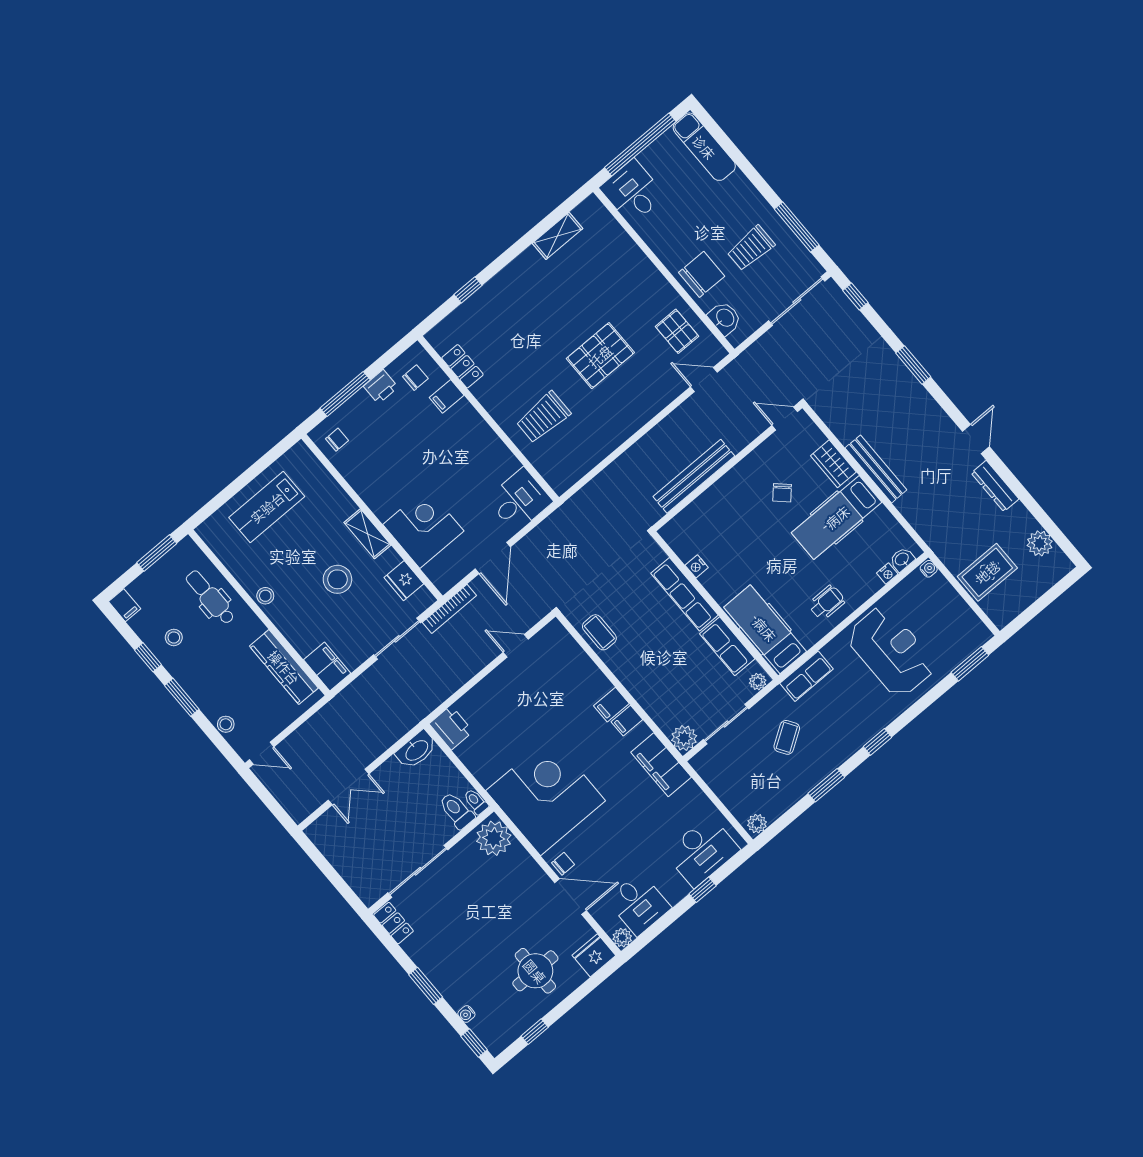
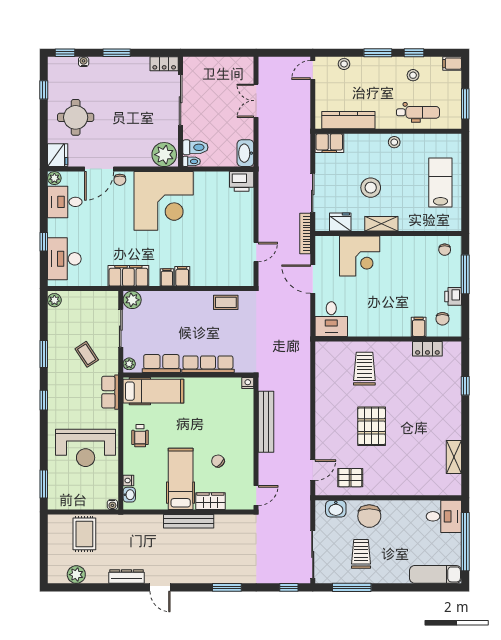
nightstand: (697, 566) -> (248, 383), moved

